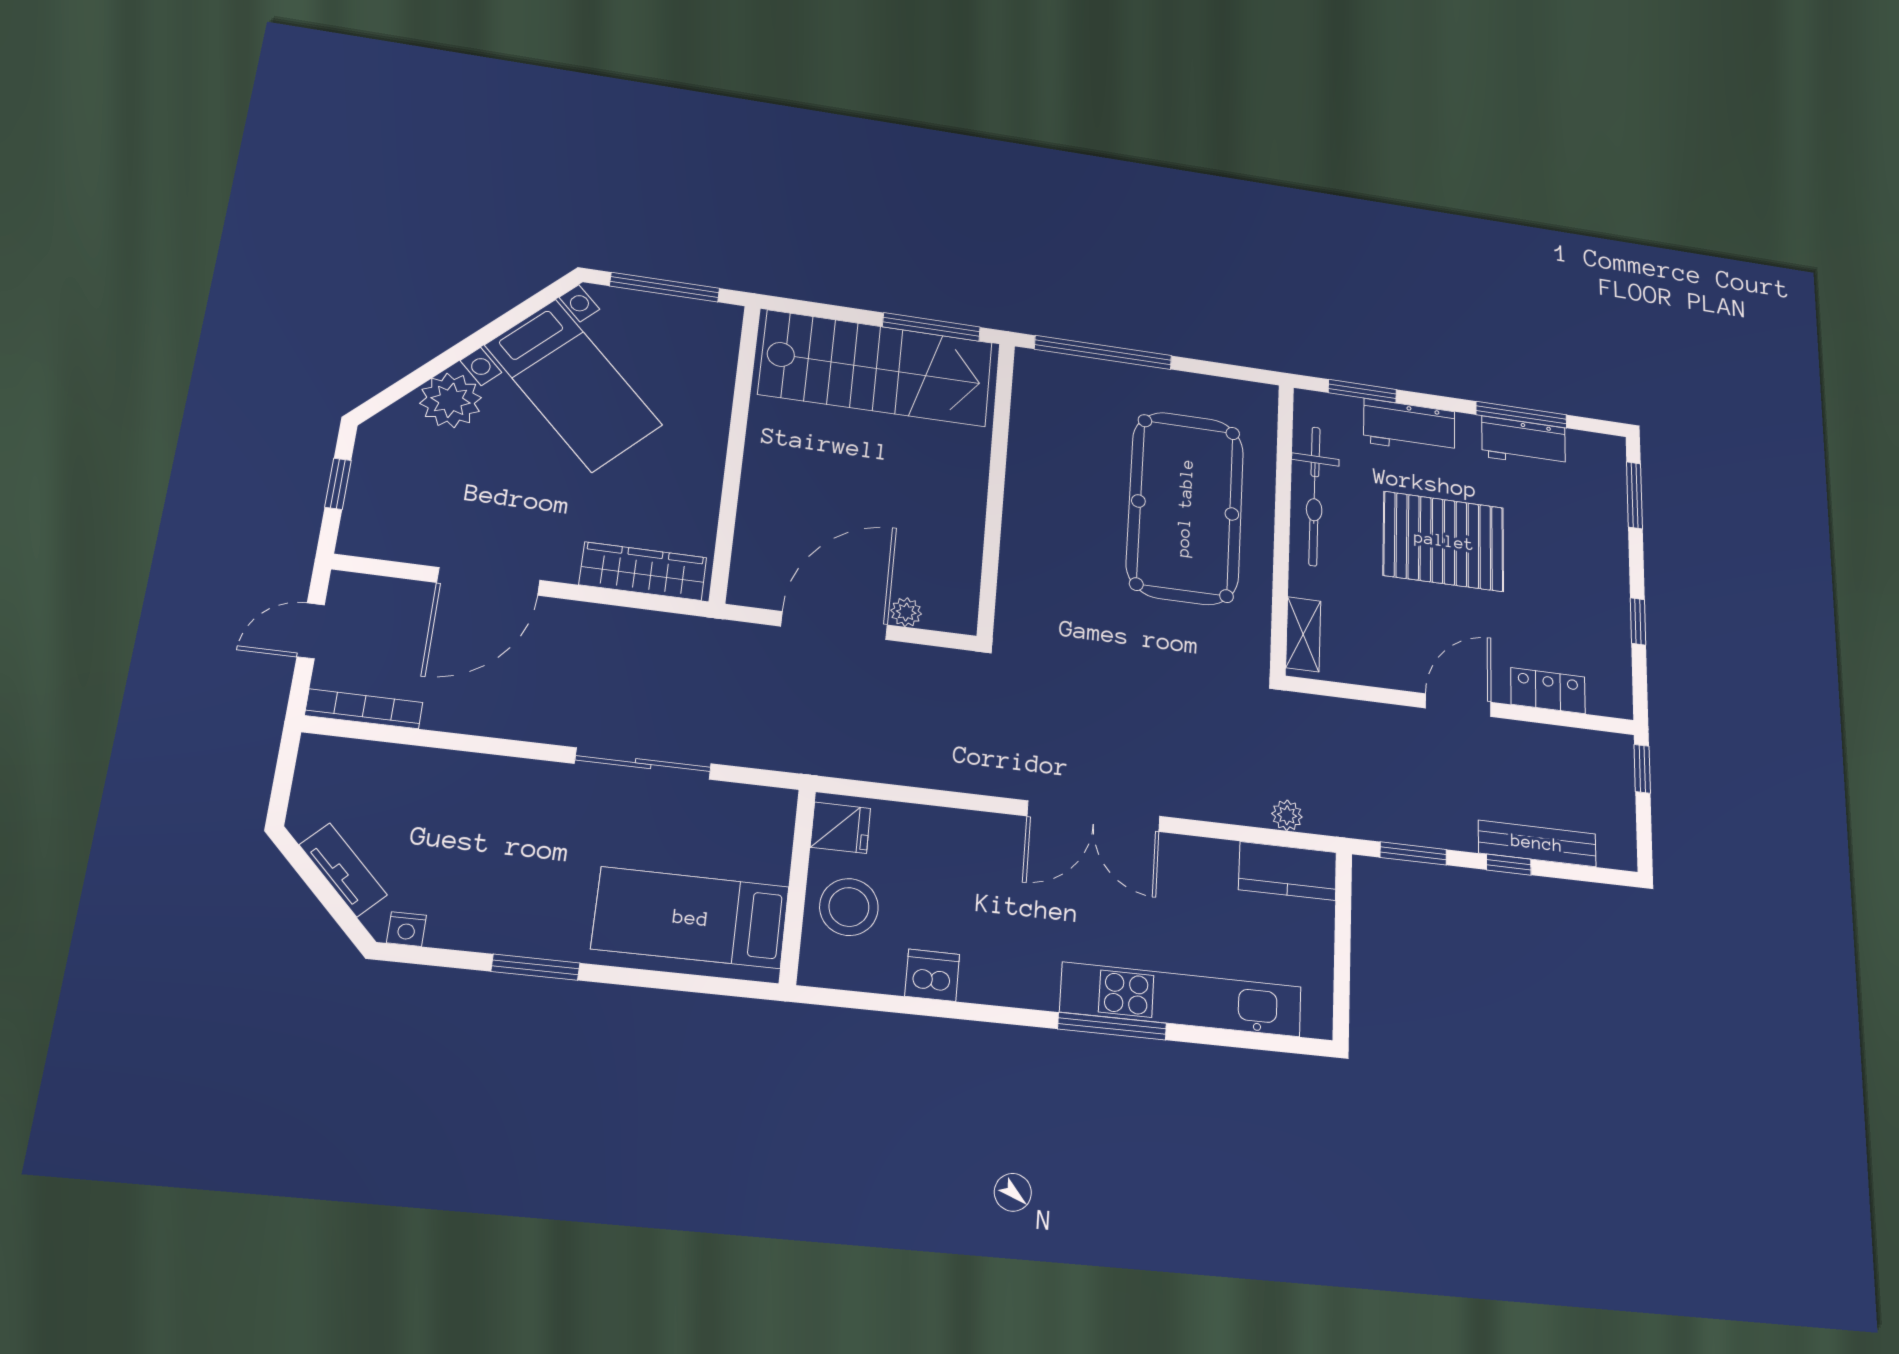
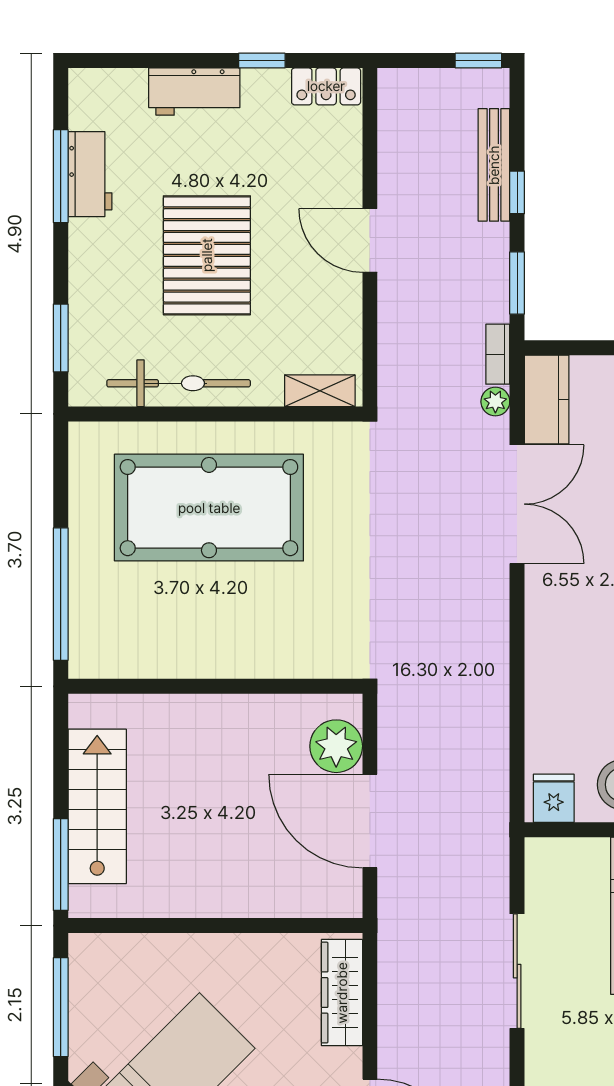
window: (931, 327) -> (61, 865), moved
stairs: (876, 368) -> (97, 806), width x0.73, depth x0.66
workbench: (1409, 427) -> (194, 92), moved, turned 90
window: (1634, 495) -> (130, 61), removed
plant: (906, 612) -> (336, 746), width x1.88, depth x1.88
locker: (1548, 691) -> (326, 86), moved, turned -90
window: (1642, 769) -> (478, 61), moved
double door: (1094, 816) -> (517, 504), moved
bookcase: (1338, 824) -> (498, 354), added

